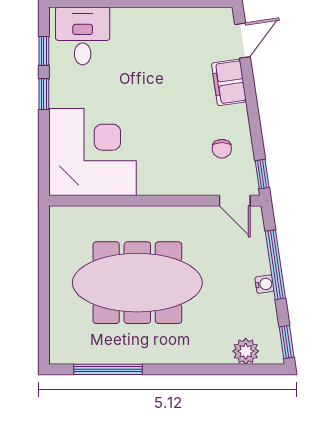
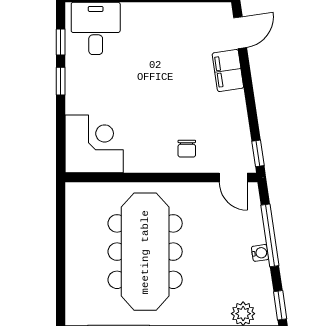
chair: (222, 149) -> (187, 149), moved
corner desk: (93, 152) -> (94, 144), width x0.74, depth x0.74
meeting table: (137, 283) -> (145, 252), turned 90

